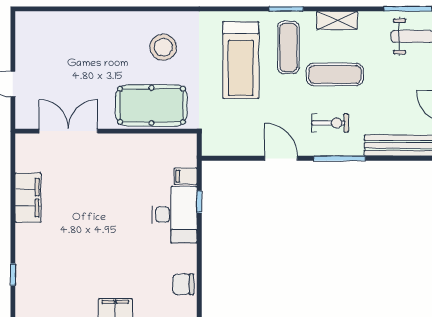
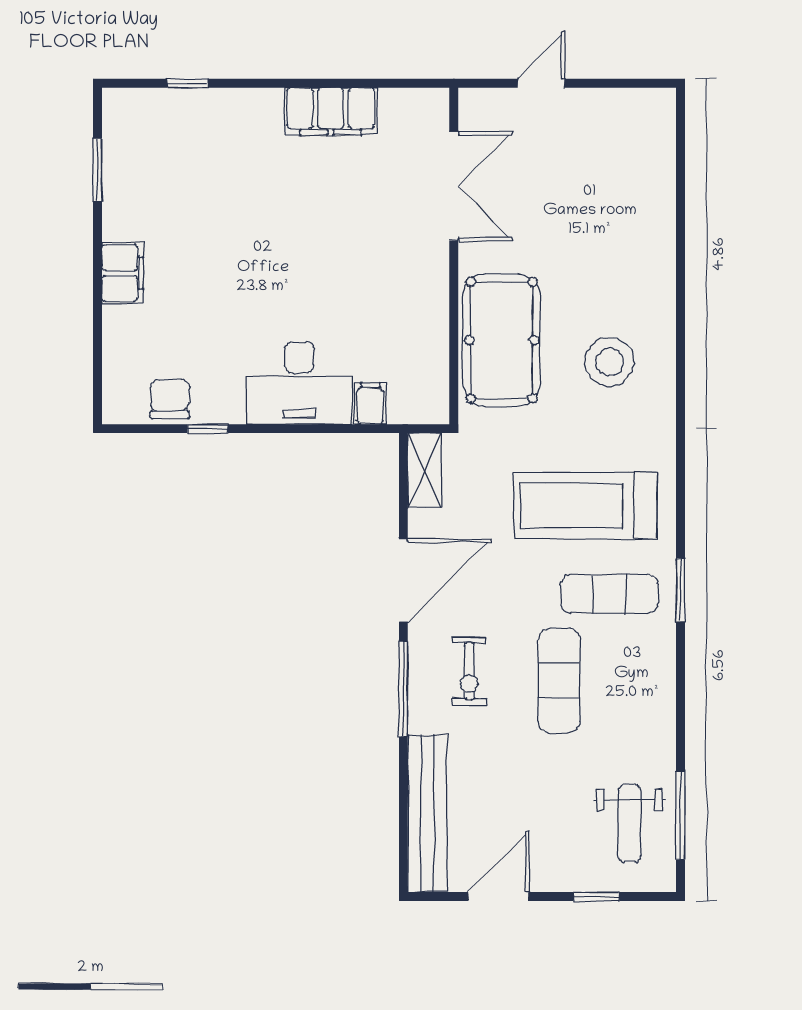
shelving: (337, 20) -> (425, 471), moved
door: (281, 158) -> (403, 580), width x1.36
window: (199, 202) -> (208, 429), moved

